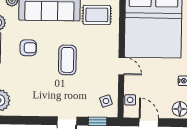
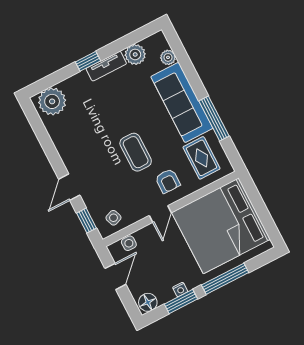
armchair: (28, 48) -> (168, 181), moved
coffee table: (67, 60) -> (136, 152), turned 90

